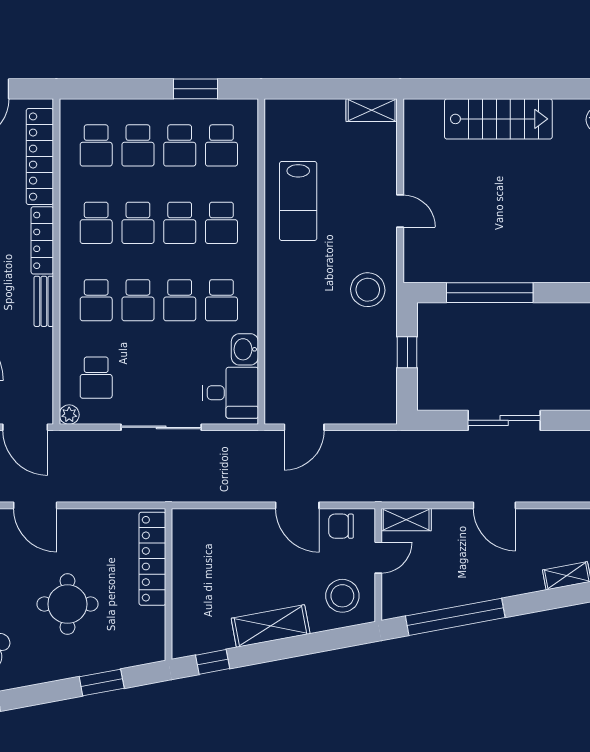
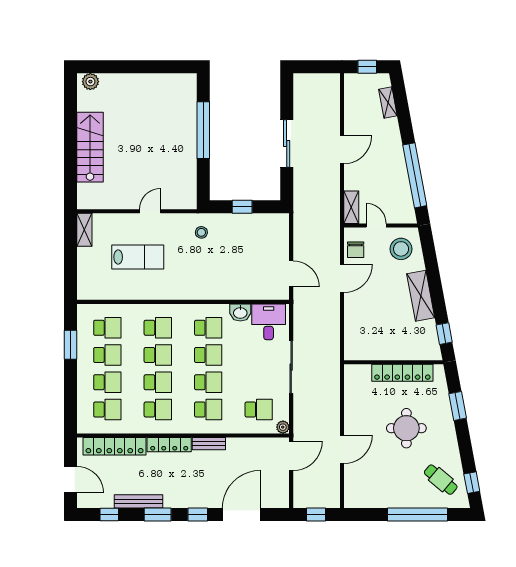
lab bench: (298, 201) -> (138, 257), moved
stool: (368, 290) -> (201, 232), width x0.53, depth x0.53
window: (490, 293) -> (203, 130), moved
locker: (152, 559) -> (402, 373), moved

